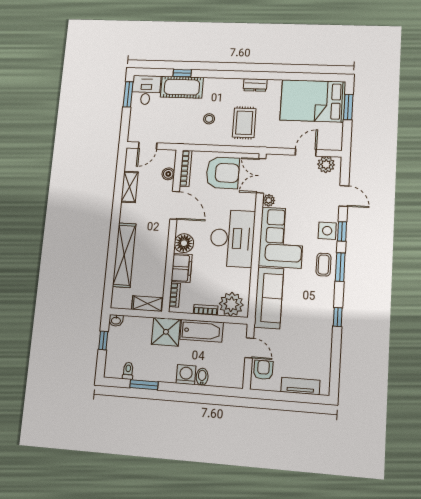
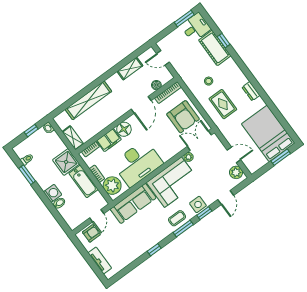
rug: (244, 123) -> (223, 104), turned 90
desk: (232, 238) -> (138, 163), moved

